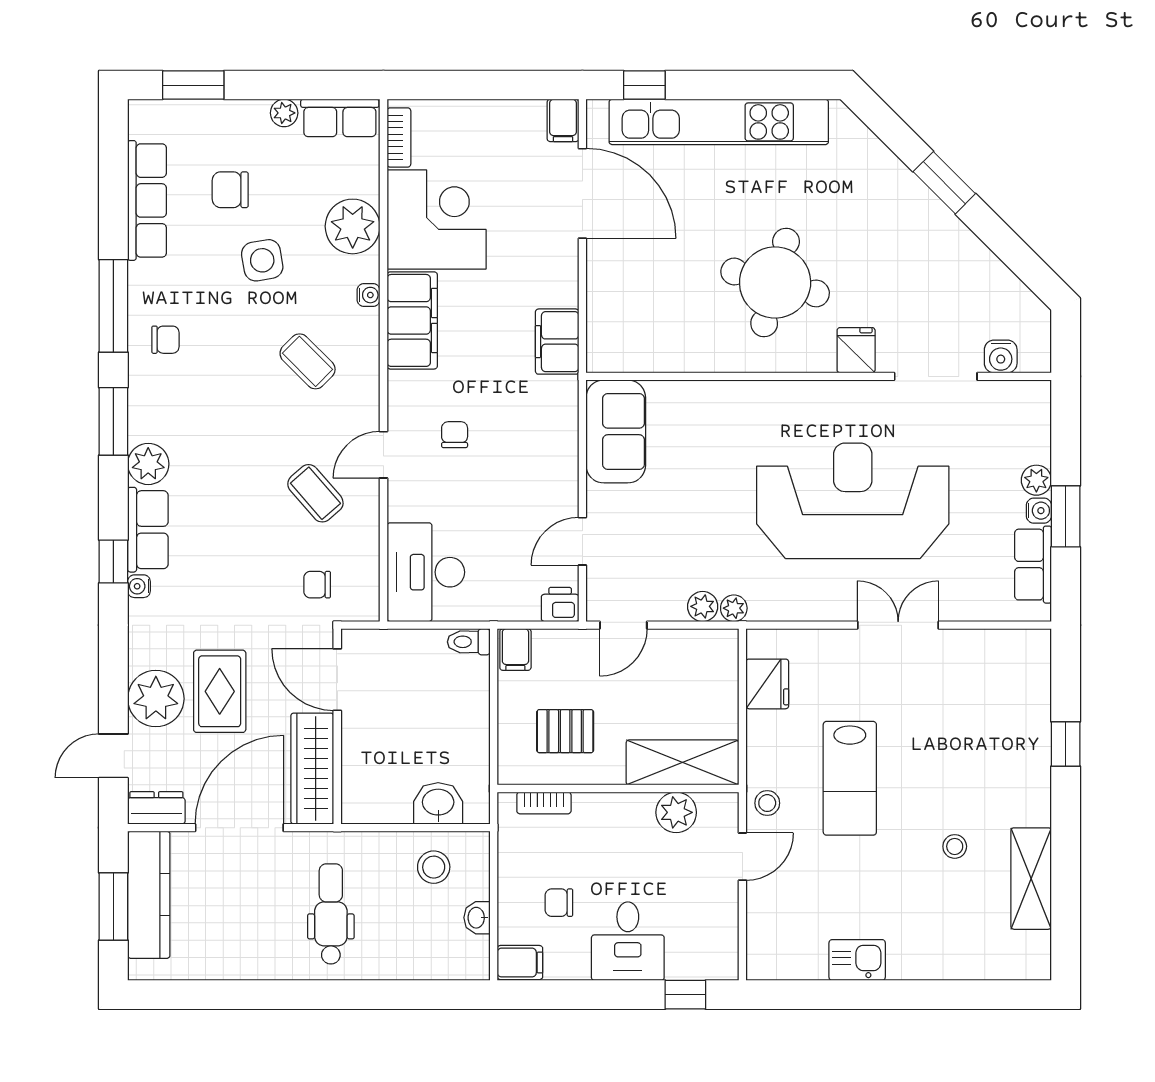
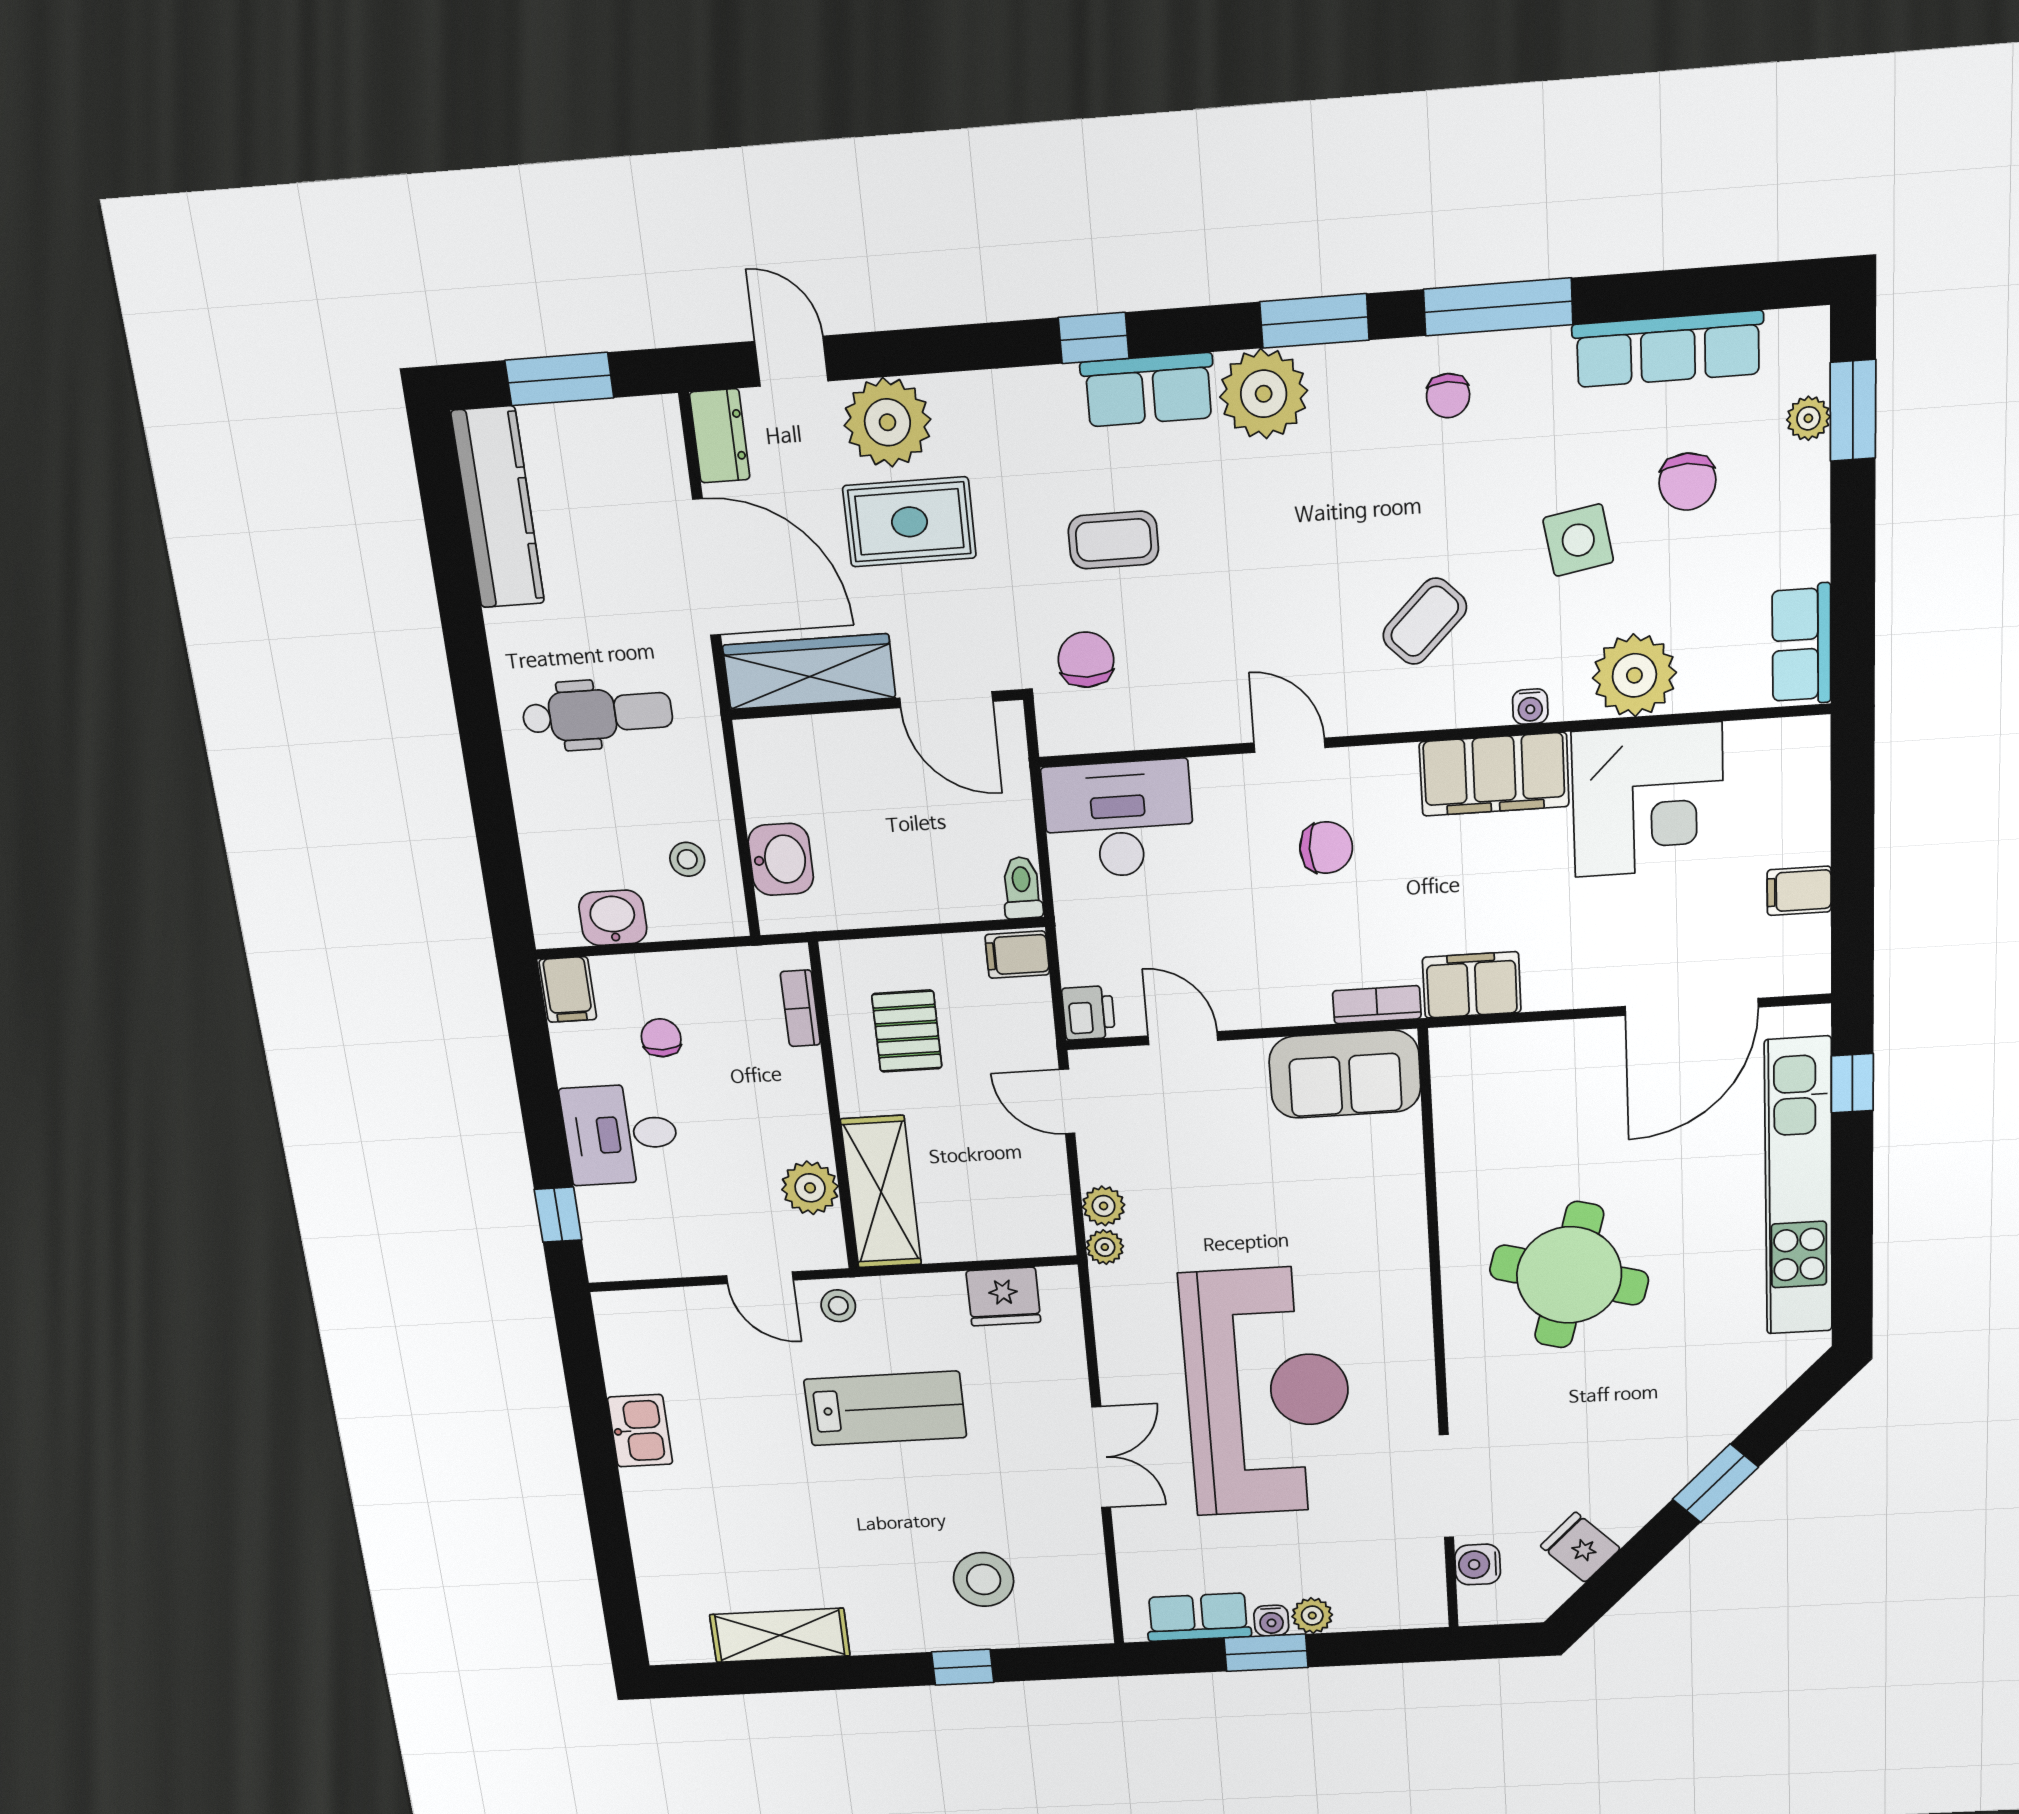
plant: (284, 113) -> (1808, 418), moved
filing cabinet: (563, 120) -> (1799, 891), moved
bookcase: (399, 137) -> (1377, 1005), moved, turned 180
chair: (230, 190) -> (1687, 482), turned 180
fridge: (856, 350) -> (1580, 1547), moved, turned -135
chair: (455, 435) -> (1326, 848), width x1.37, depth x1.37
plant: (148, 464) -> (1264, 394), width x1.36, depth x1.36
coffee table: (315, 493) -> (1113, 540), moved, turned 41
chair: (317, 585) -> (1086, 660), width x1.37, depth x1.37
water cooler: (139, 586) -> (1059, 382), removed
door: (337, 680) -> (946, 700), swing flipped
lab bench: (850, 778) -> (885, 1408), turned 180
stool: (955, 846) -> (984, 1579), moved, width x1.89, depth x1.89
stool: (434, 867) -> (687, 859), width x0.73, depth x0.73
kitchen counter: (149, 895) -> (498, 508), moved, turned -90
washbasin: (477, 918) -> (613, 918), width x1.38, depth x1.45

